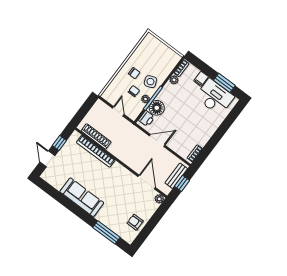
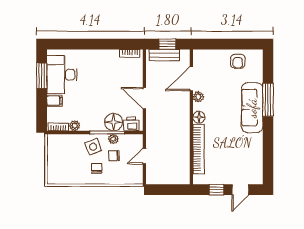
shoe rack: (96, 136) -> (184, 159), removed
floor lamp: (117, 168) -> (199, 117), added
sofa: (82, 197) -> (252, 108), moved
plant: (159, 199) -> (198, 97), moved
window: (106, 232) -> (268, 100), moved

